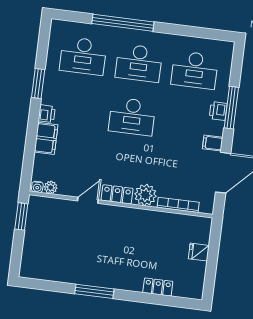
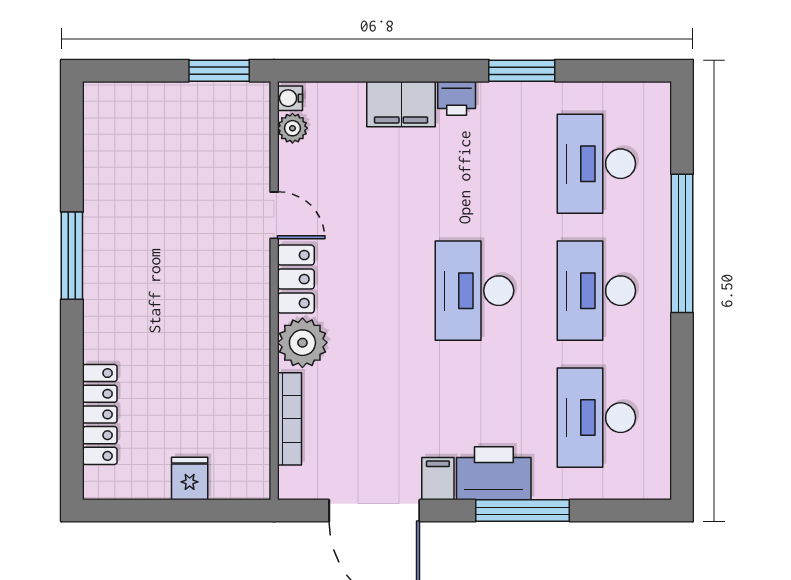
printer: (218, 111) -> (494, 473), width x1.87, depth x1.48
locker: (158, 287) -> (100, 414), width x1.53

